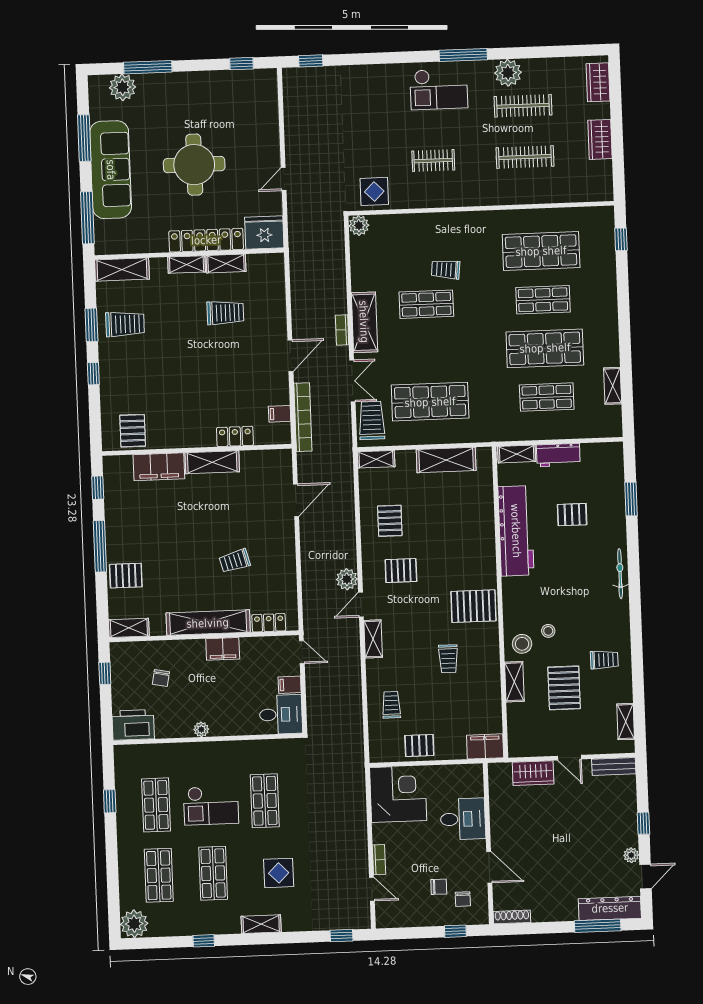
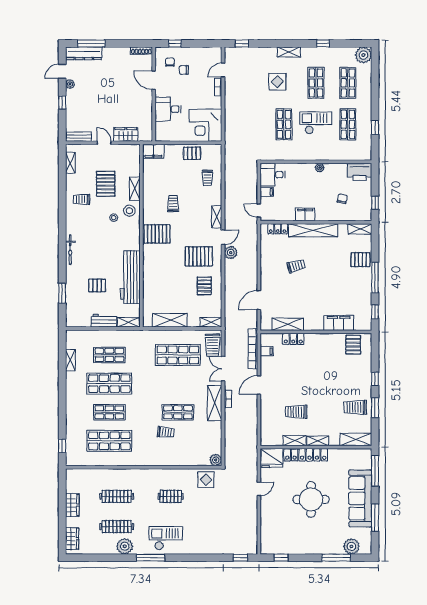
shelving: (212, 462) -> (288, 324), moved
pallet: (401, 571) -> (199, 256), width x1.50, depth x1.42
door: (372, 889) -> (223, 70), hinge flipped

